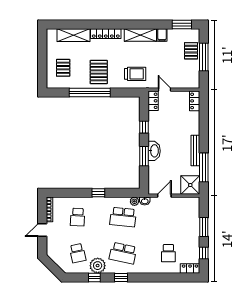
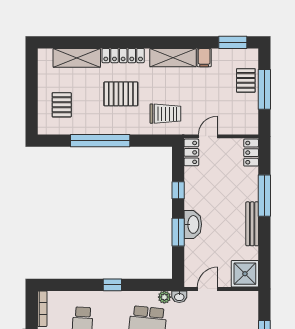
pallet: (99, 72) -> (121, 94), moved, turned 90
door: (165, 90) -> (208, 136), hinge flipped
window: (204, 167) -> (264, 196), moved

